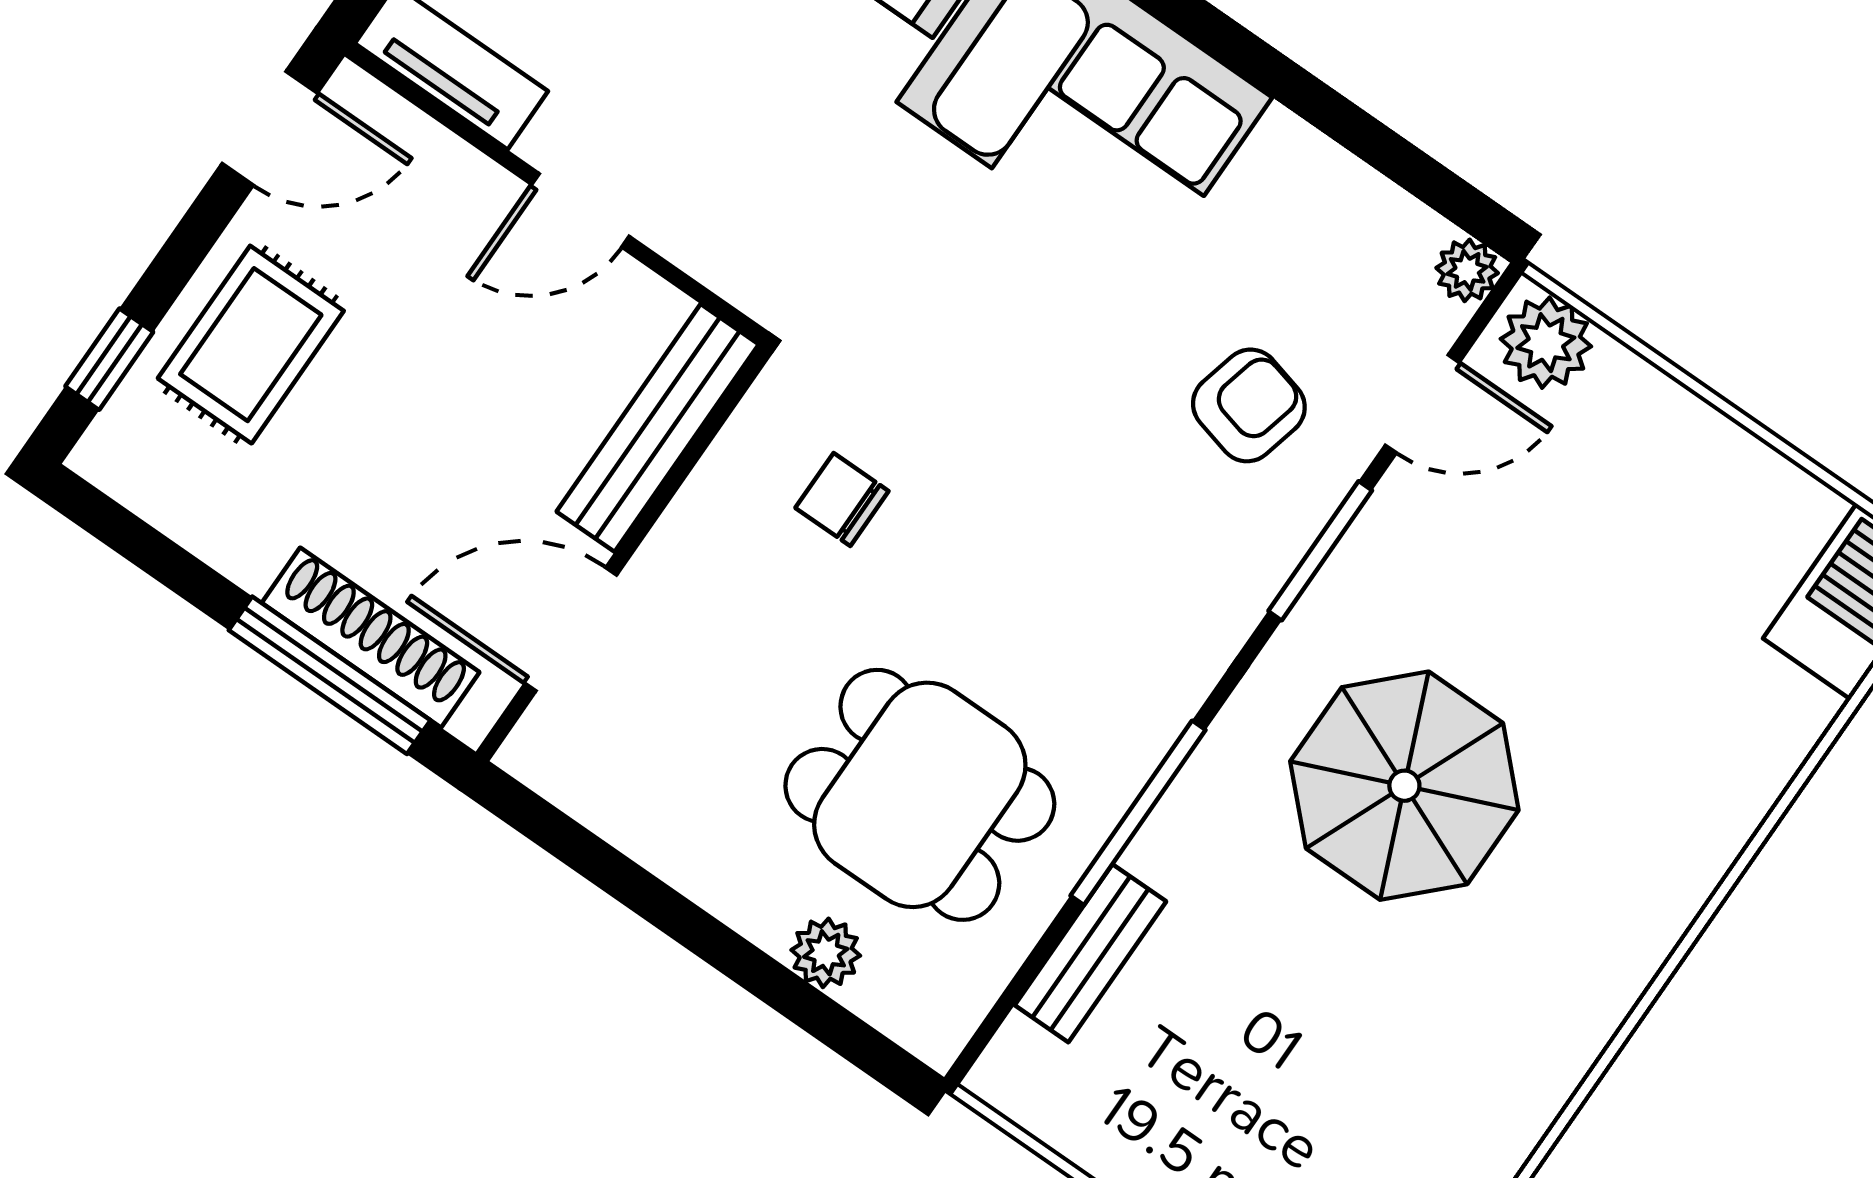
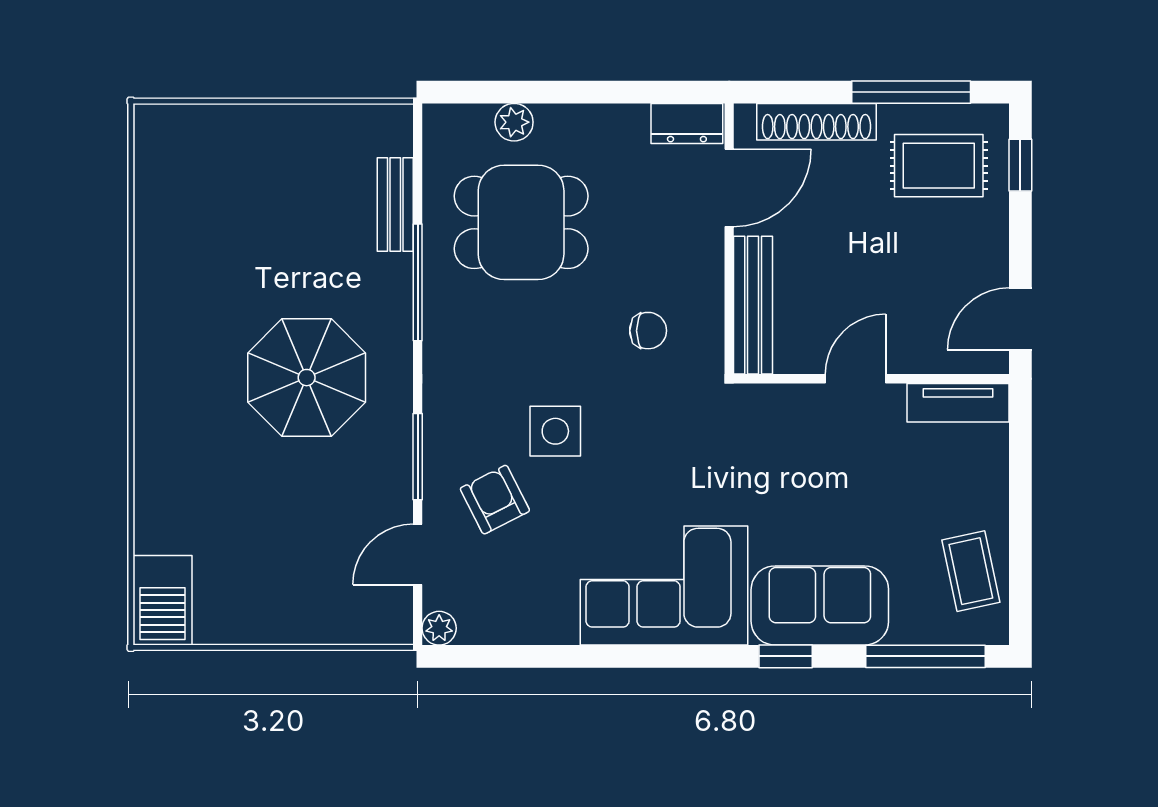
plant: (1546, 343) -> (381, 620), removed
rug: (251, 345) -> (939, 166), moved, turned 90
armchair: (1249, 405) -> (495, 500), turned 139
side table: (1087, 445) -> (555, 431), added
window: (330, 675) -> (911, 92), moved
dresser: (567, 770) -> (687, 123), added

